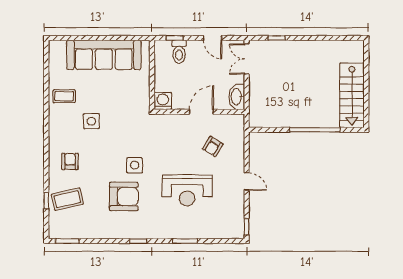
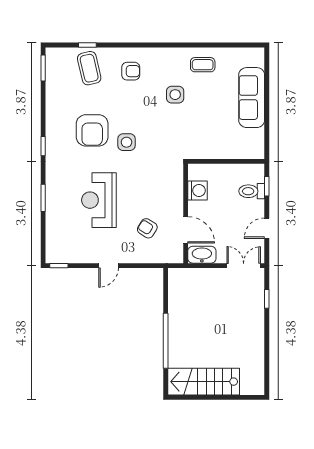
sofa: (104, 55) -> (252, 98), width x0.74, depth x0.79
coffee table: (64, 96) -> (203, 65), turned 90
washing machine: (163, 101) -> (197, 191), moved
door: (202, 112) -> (186, 230), moved

